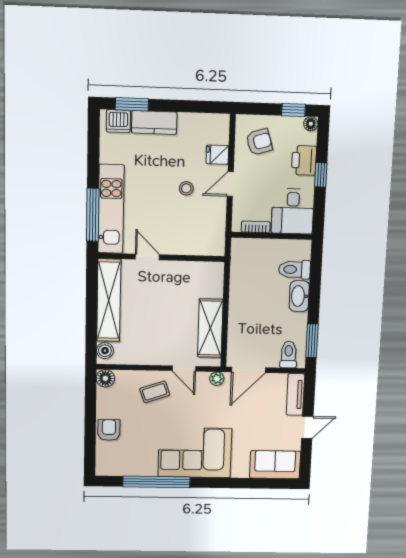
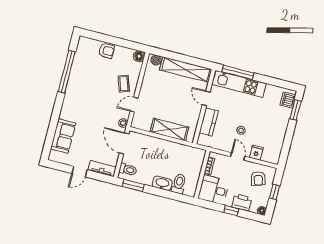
window: (294, 110) -> (274, 192), moved
kitchen counter: (154, 123) -> (209, 122), moved, turned 180
door: (147, 257) -> (206, 98), swing flipped
shelving: (210, 328) -> (169, 130), moved
door: (307, 427) -> (80, 172), hinge flipped
corner sofa: (195, 453) -> (80, 99), removed
sofa: (275, 465) -> (63, 136), moved

